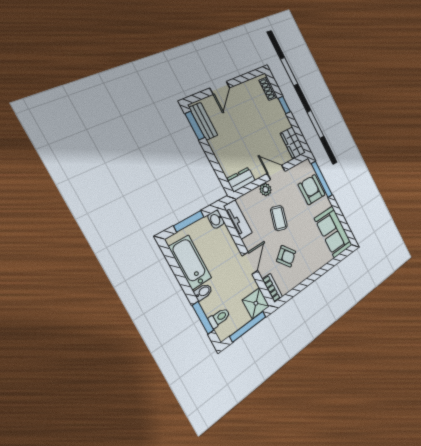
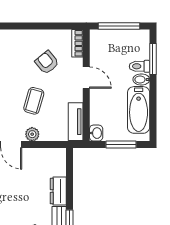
dresser: (241, 180) -> (58, 191), moved, turned 90
door: (250, 263) -> (86, 78), swing flipped
shower: (256, 303) -> (101, 40), removed
toilet: (219, 318) -> (140, 66), moved

